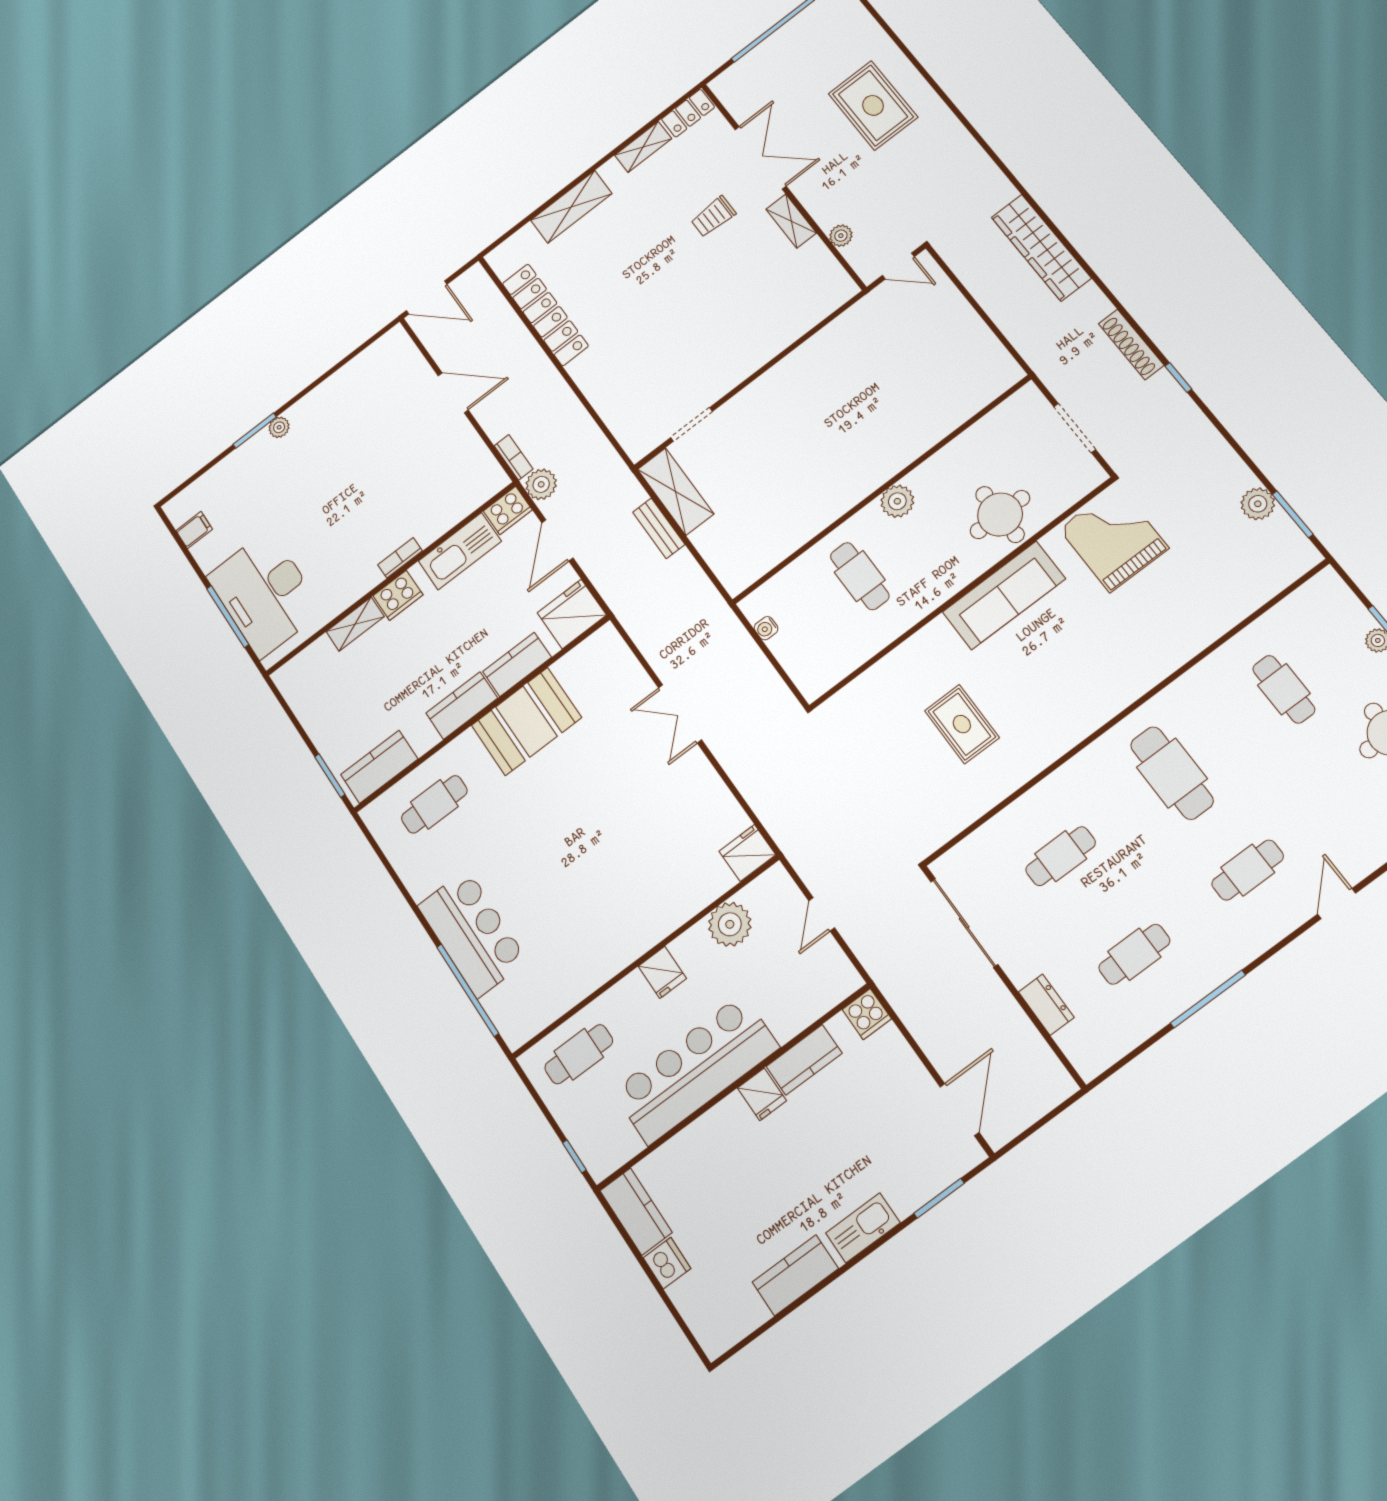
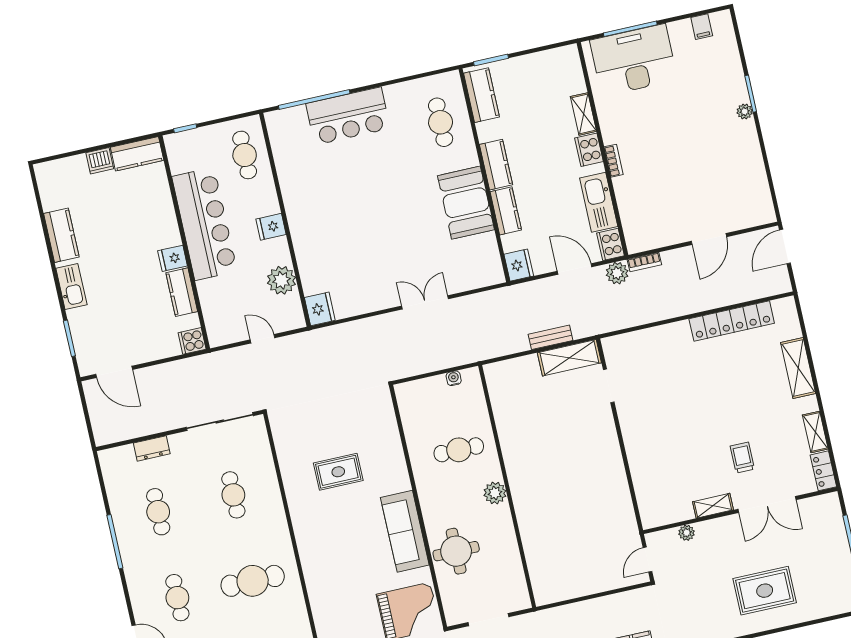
fridge: (572, 614) -> (519, 265), width x0.73, depth x0.75

